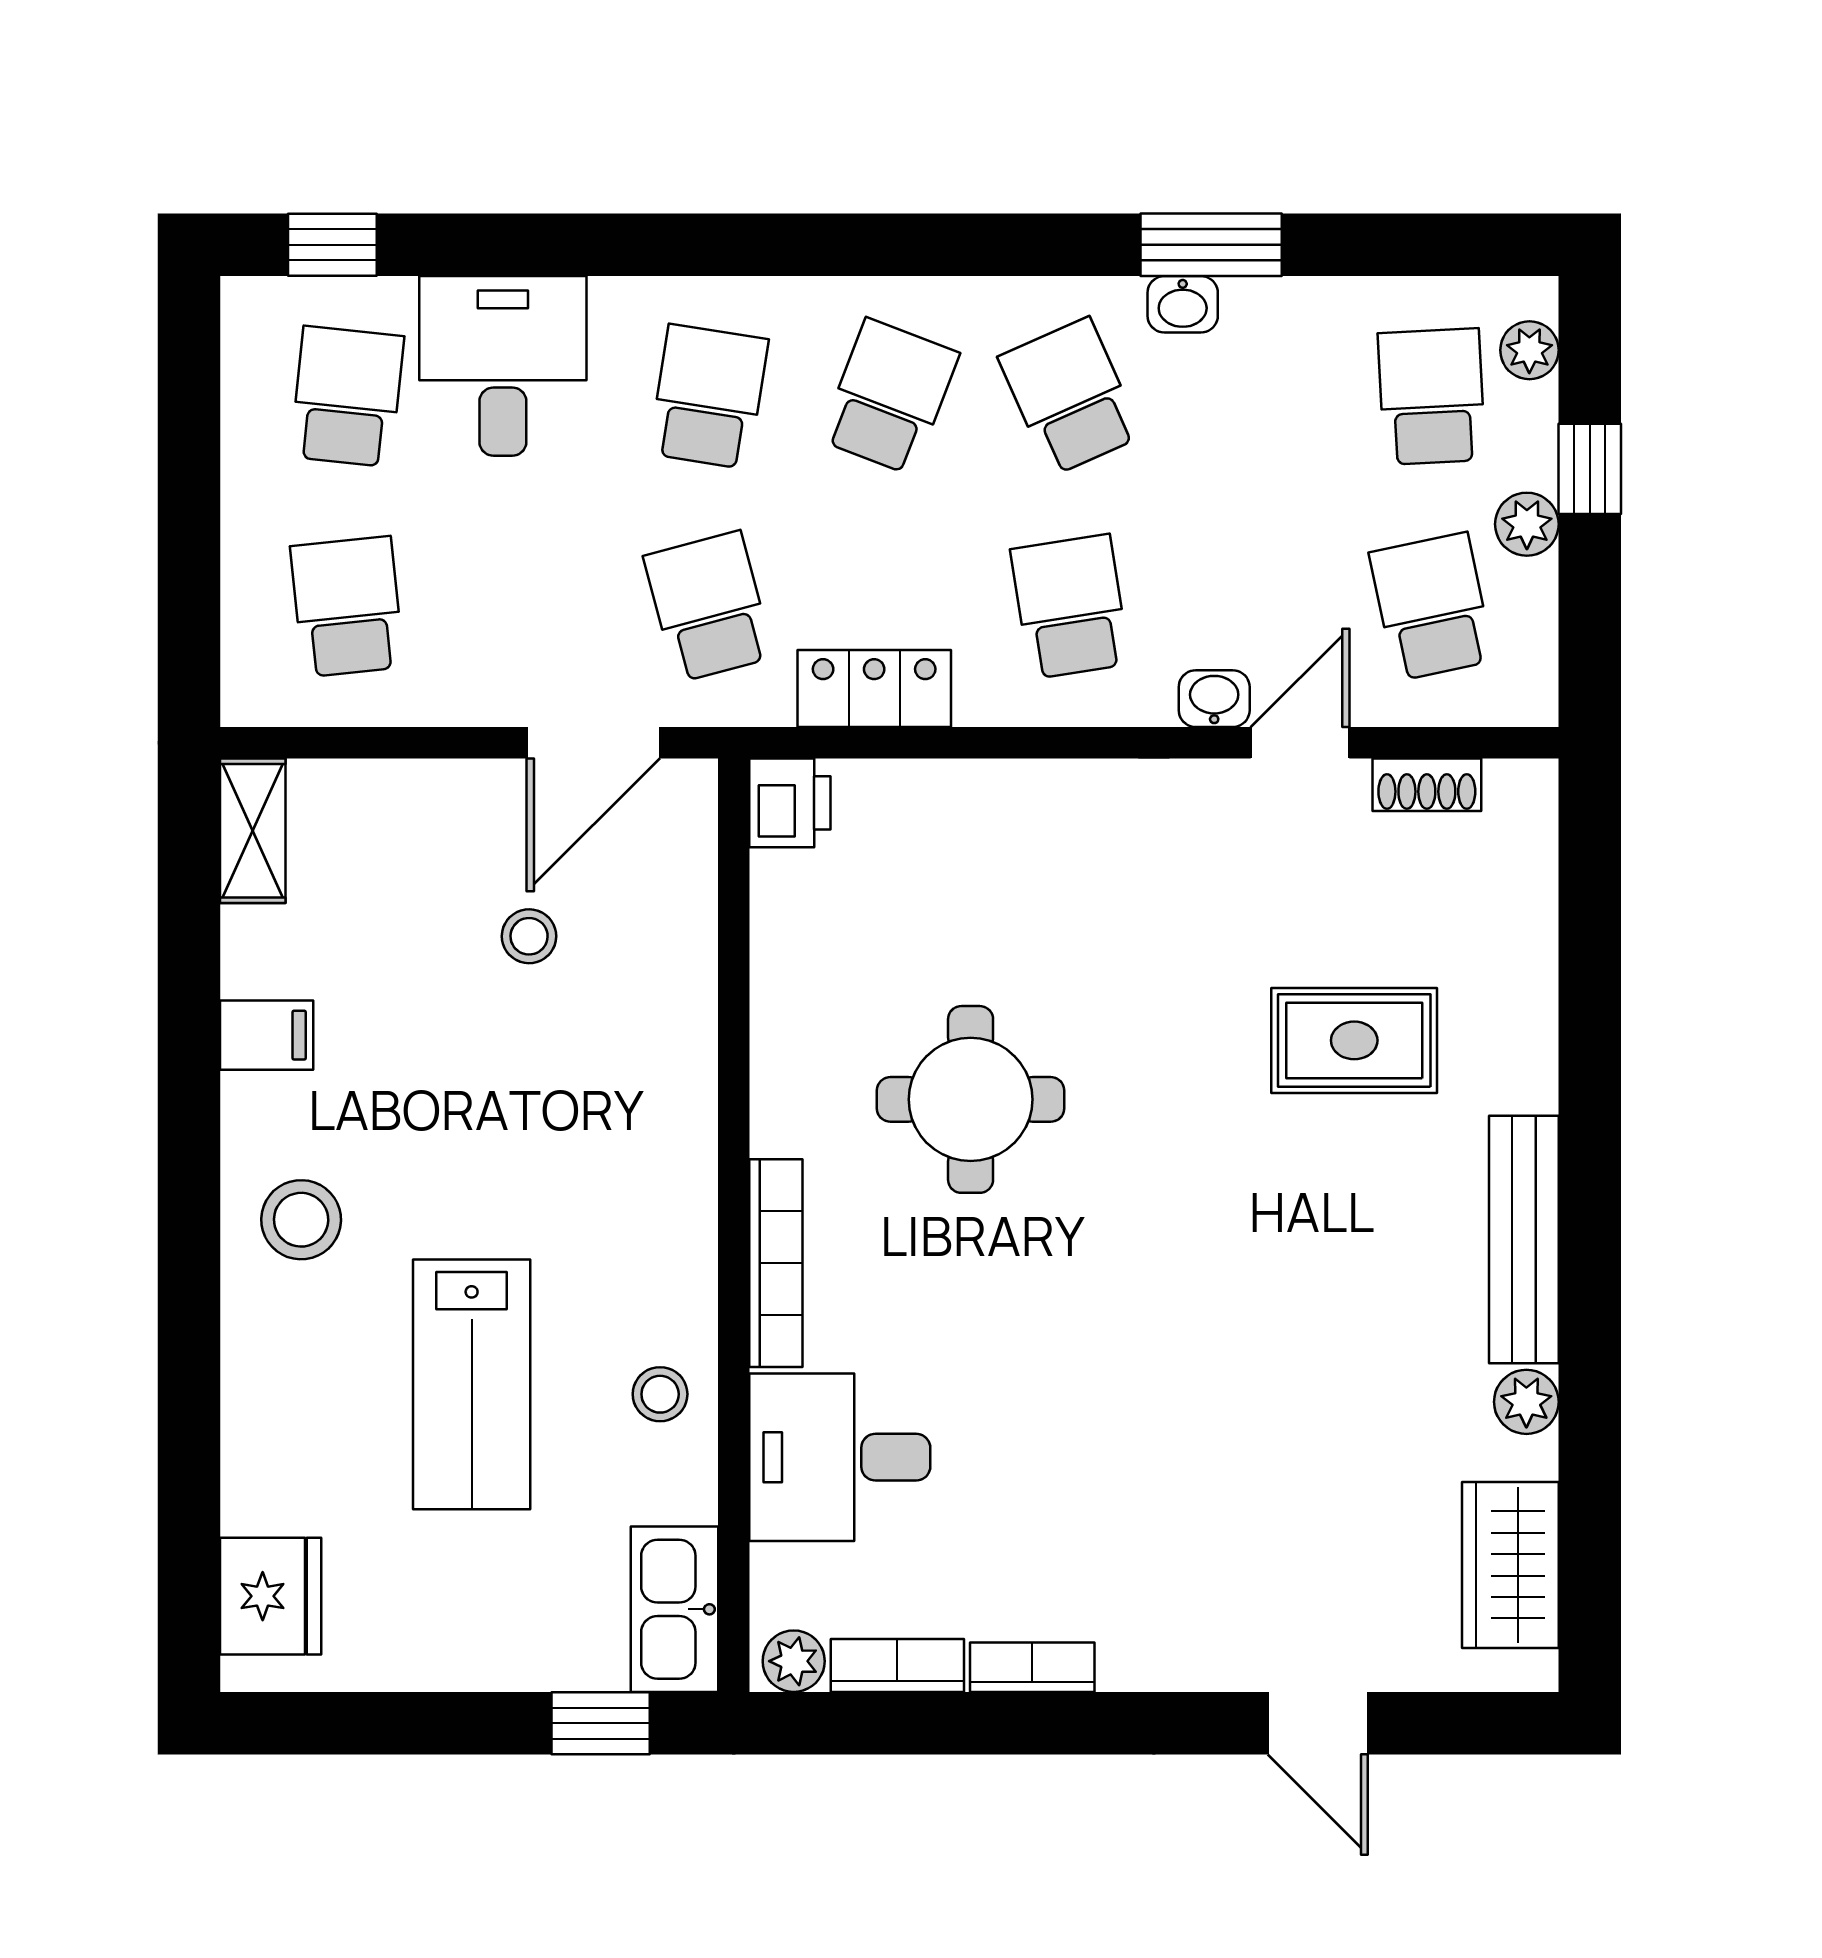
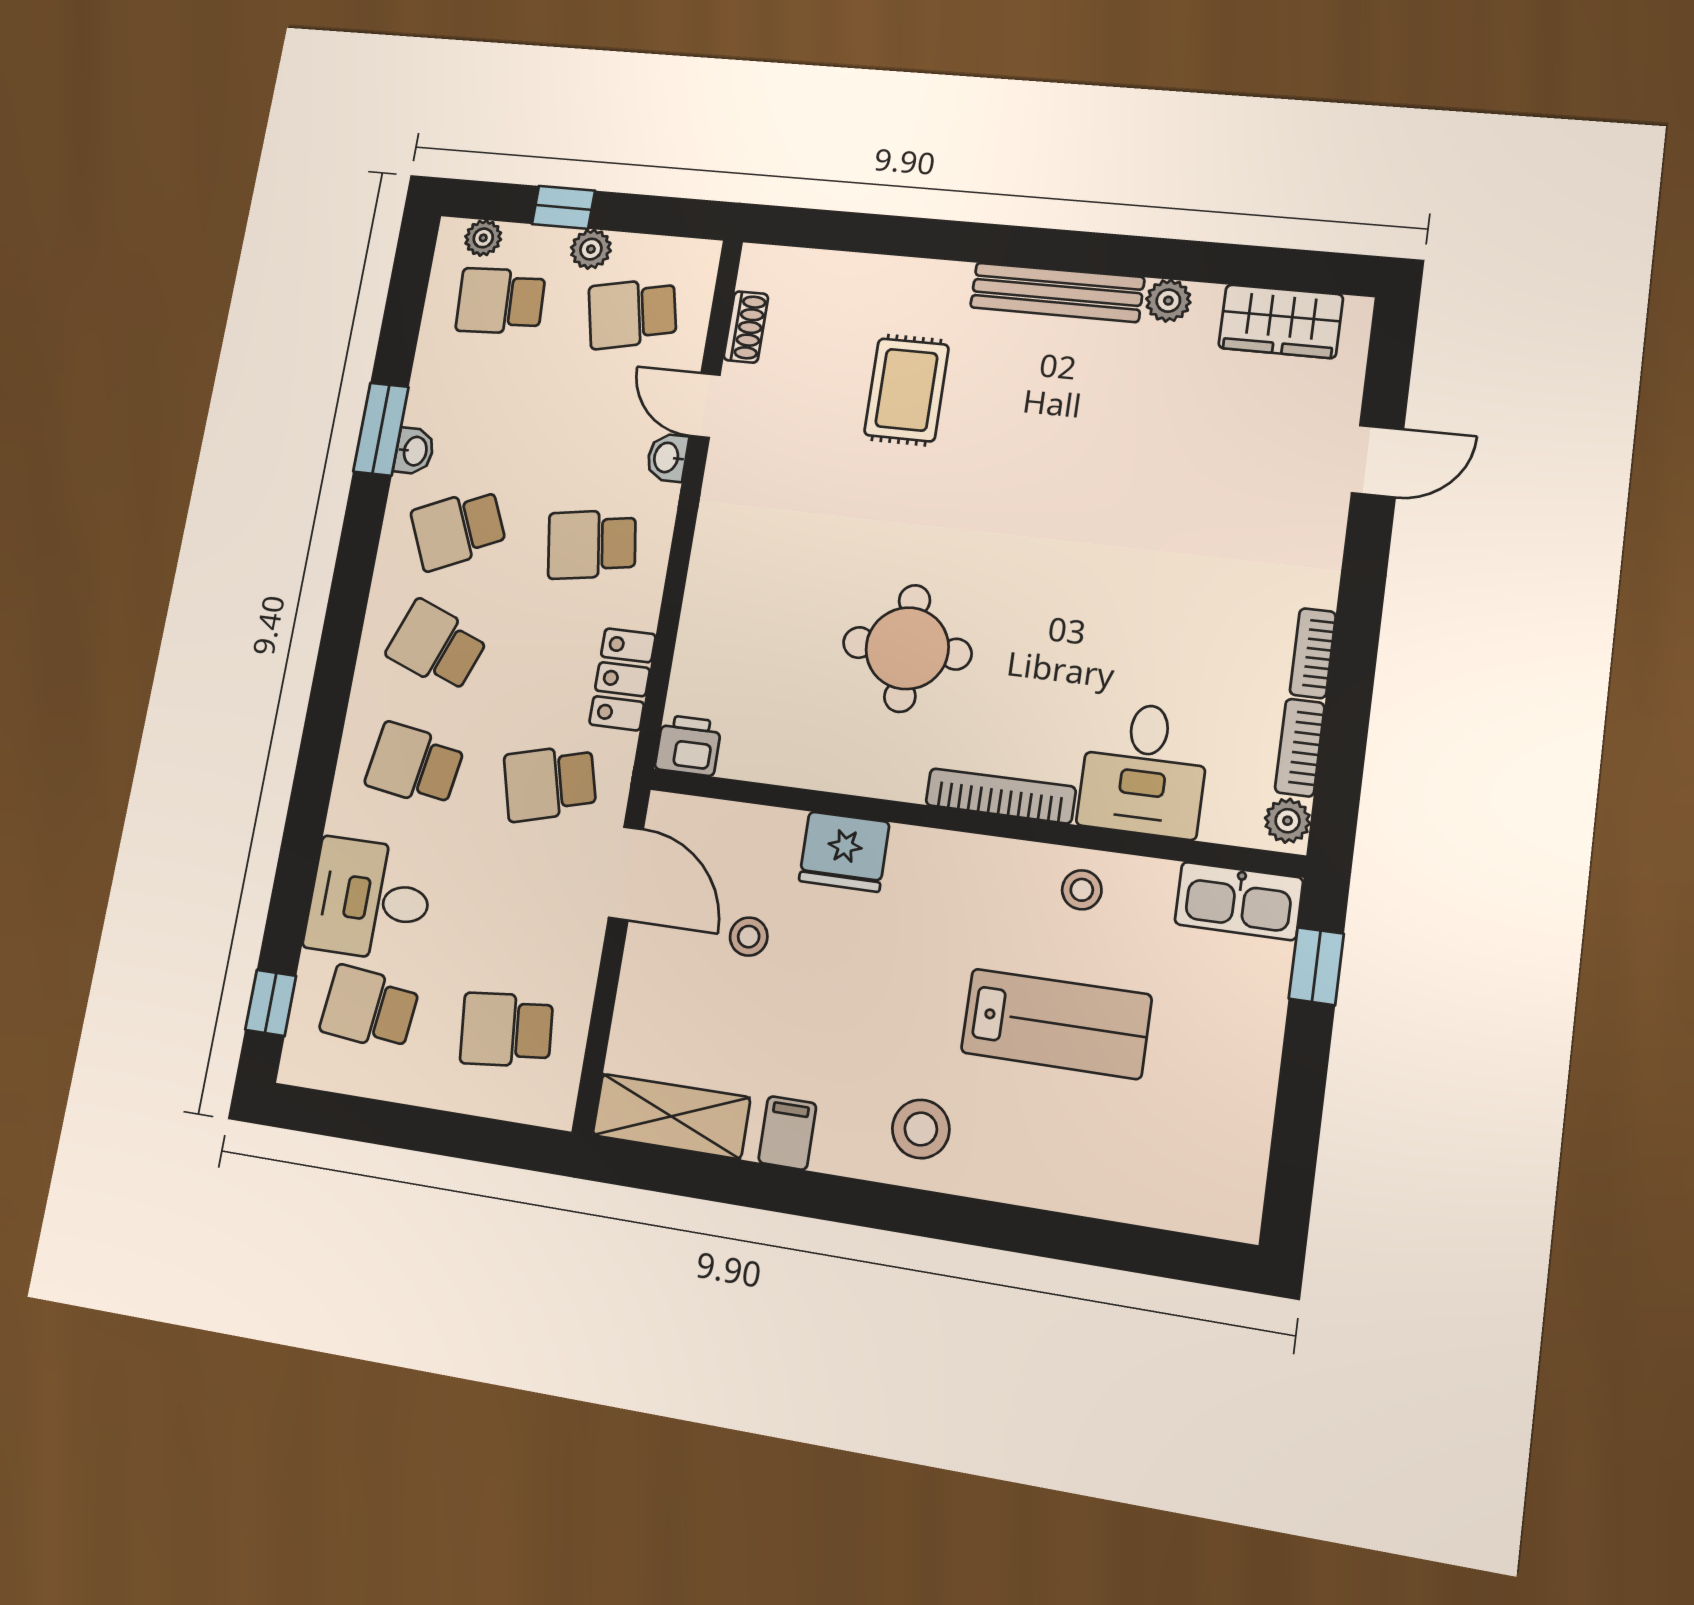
shelving: (253, 831) -> (671, 1116), width x1.50, depth x1.33
fridge: (271, 1596) -> (844, 852), moved, turned 180

